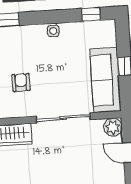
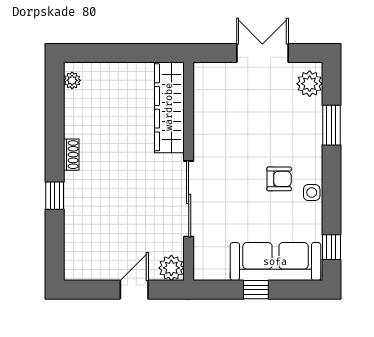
sofa: (105, 80) -> (275, 262), moved
armchair: (21, 82) -> (279, 179), moved

